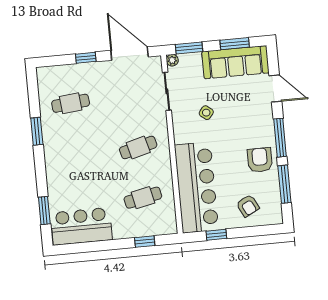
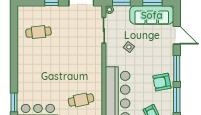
window: (37, 131) -> (14, 49), removed
cafe table: (138, 147) -> (81, 66), removed
armchair: (260, 160) -> (162, 82), turned -101

